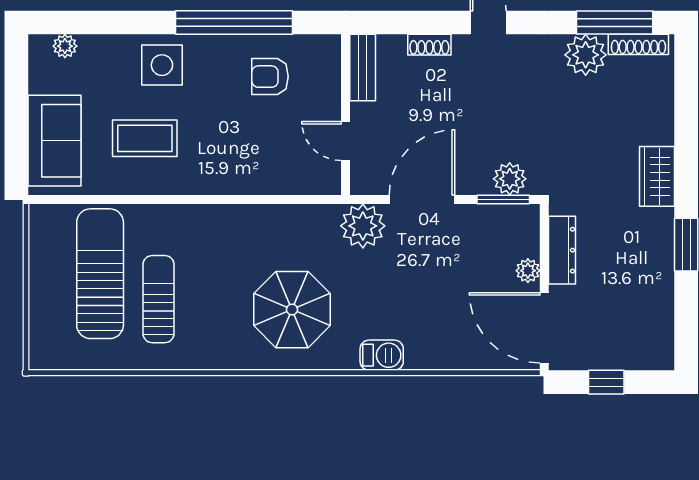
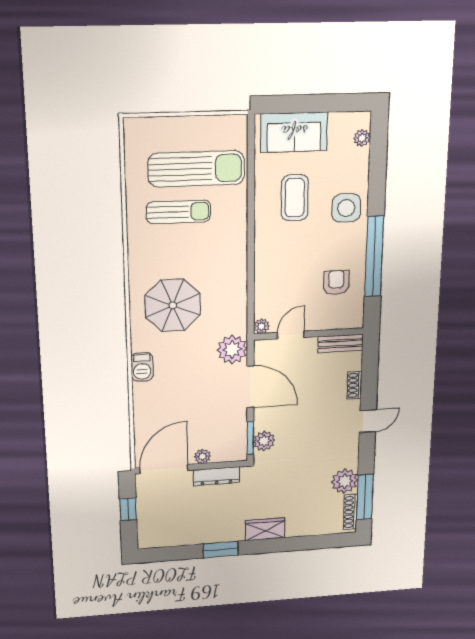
plant: (330, 184) -> (261, 326), added

